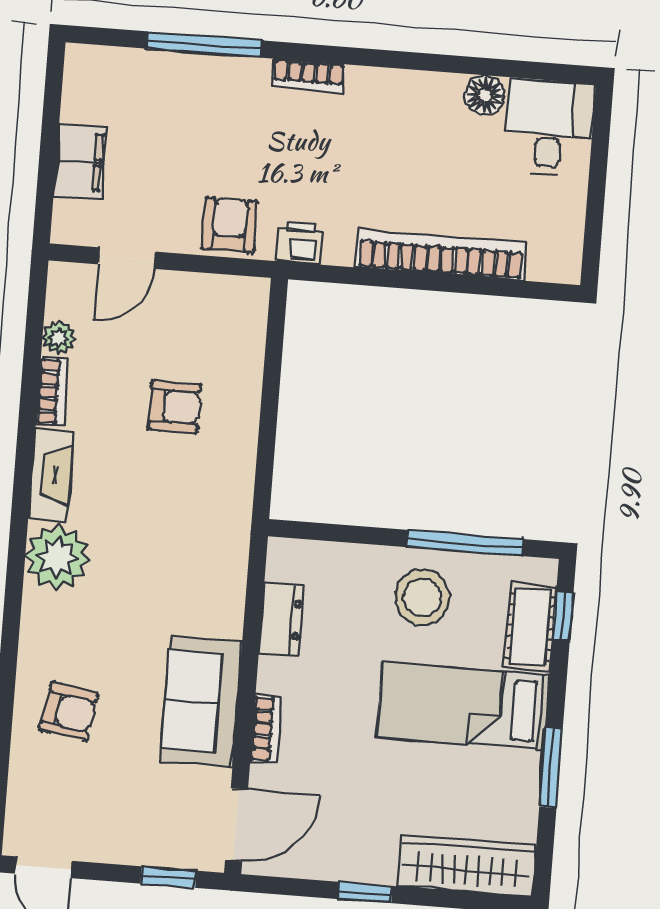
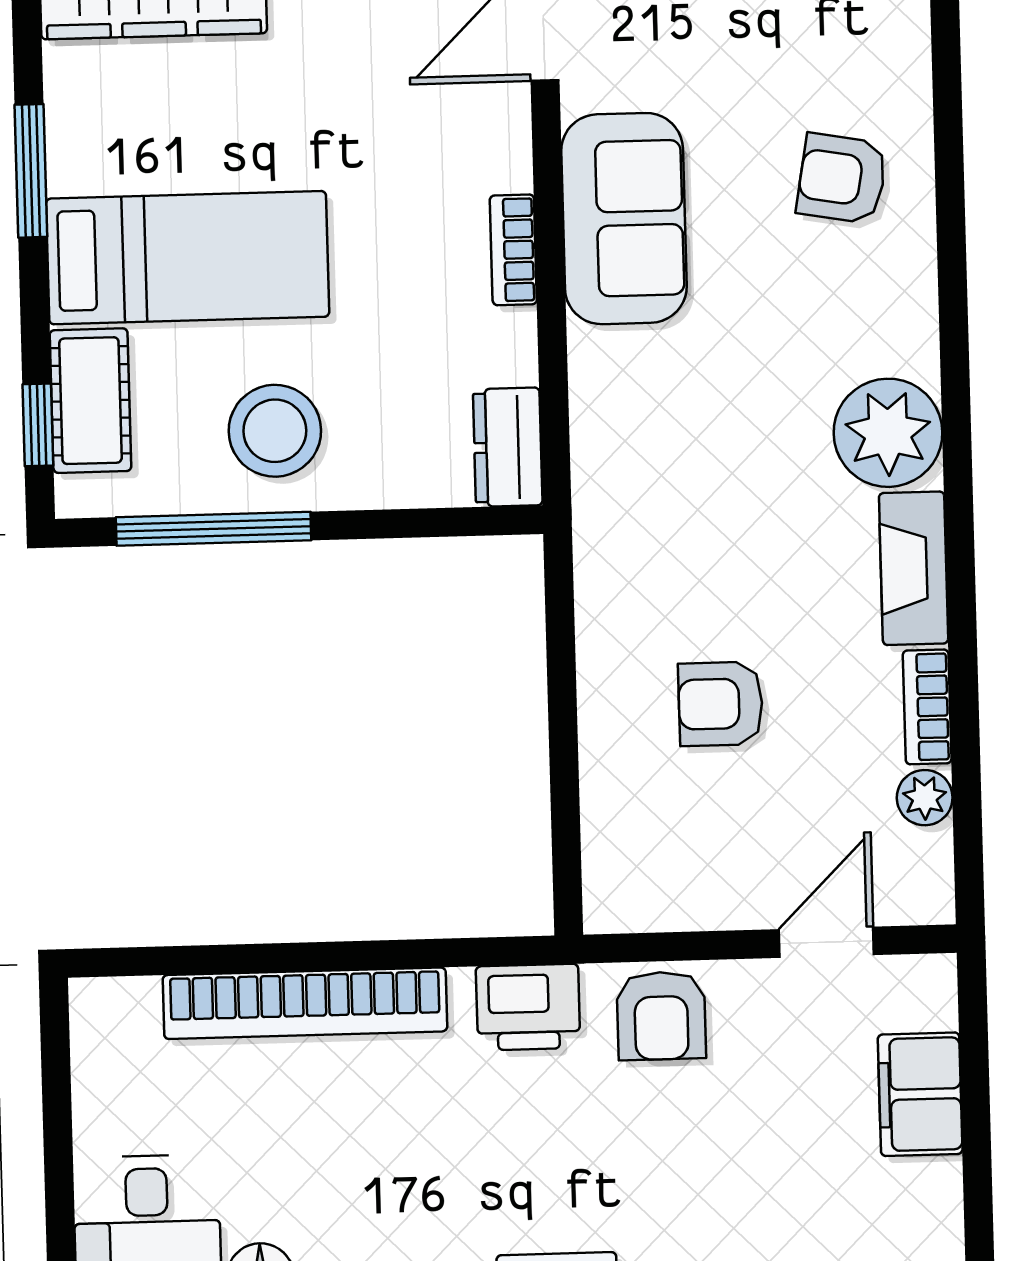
printer: (300, 243) -> (528, 1007), width x1.36, depth x1.24
dresser: (281, 619) -> (508, 447), moved
bookcase: (266, 729) -> (513, 250), moved

